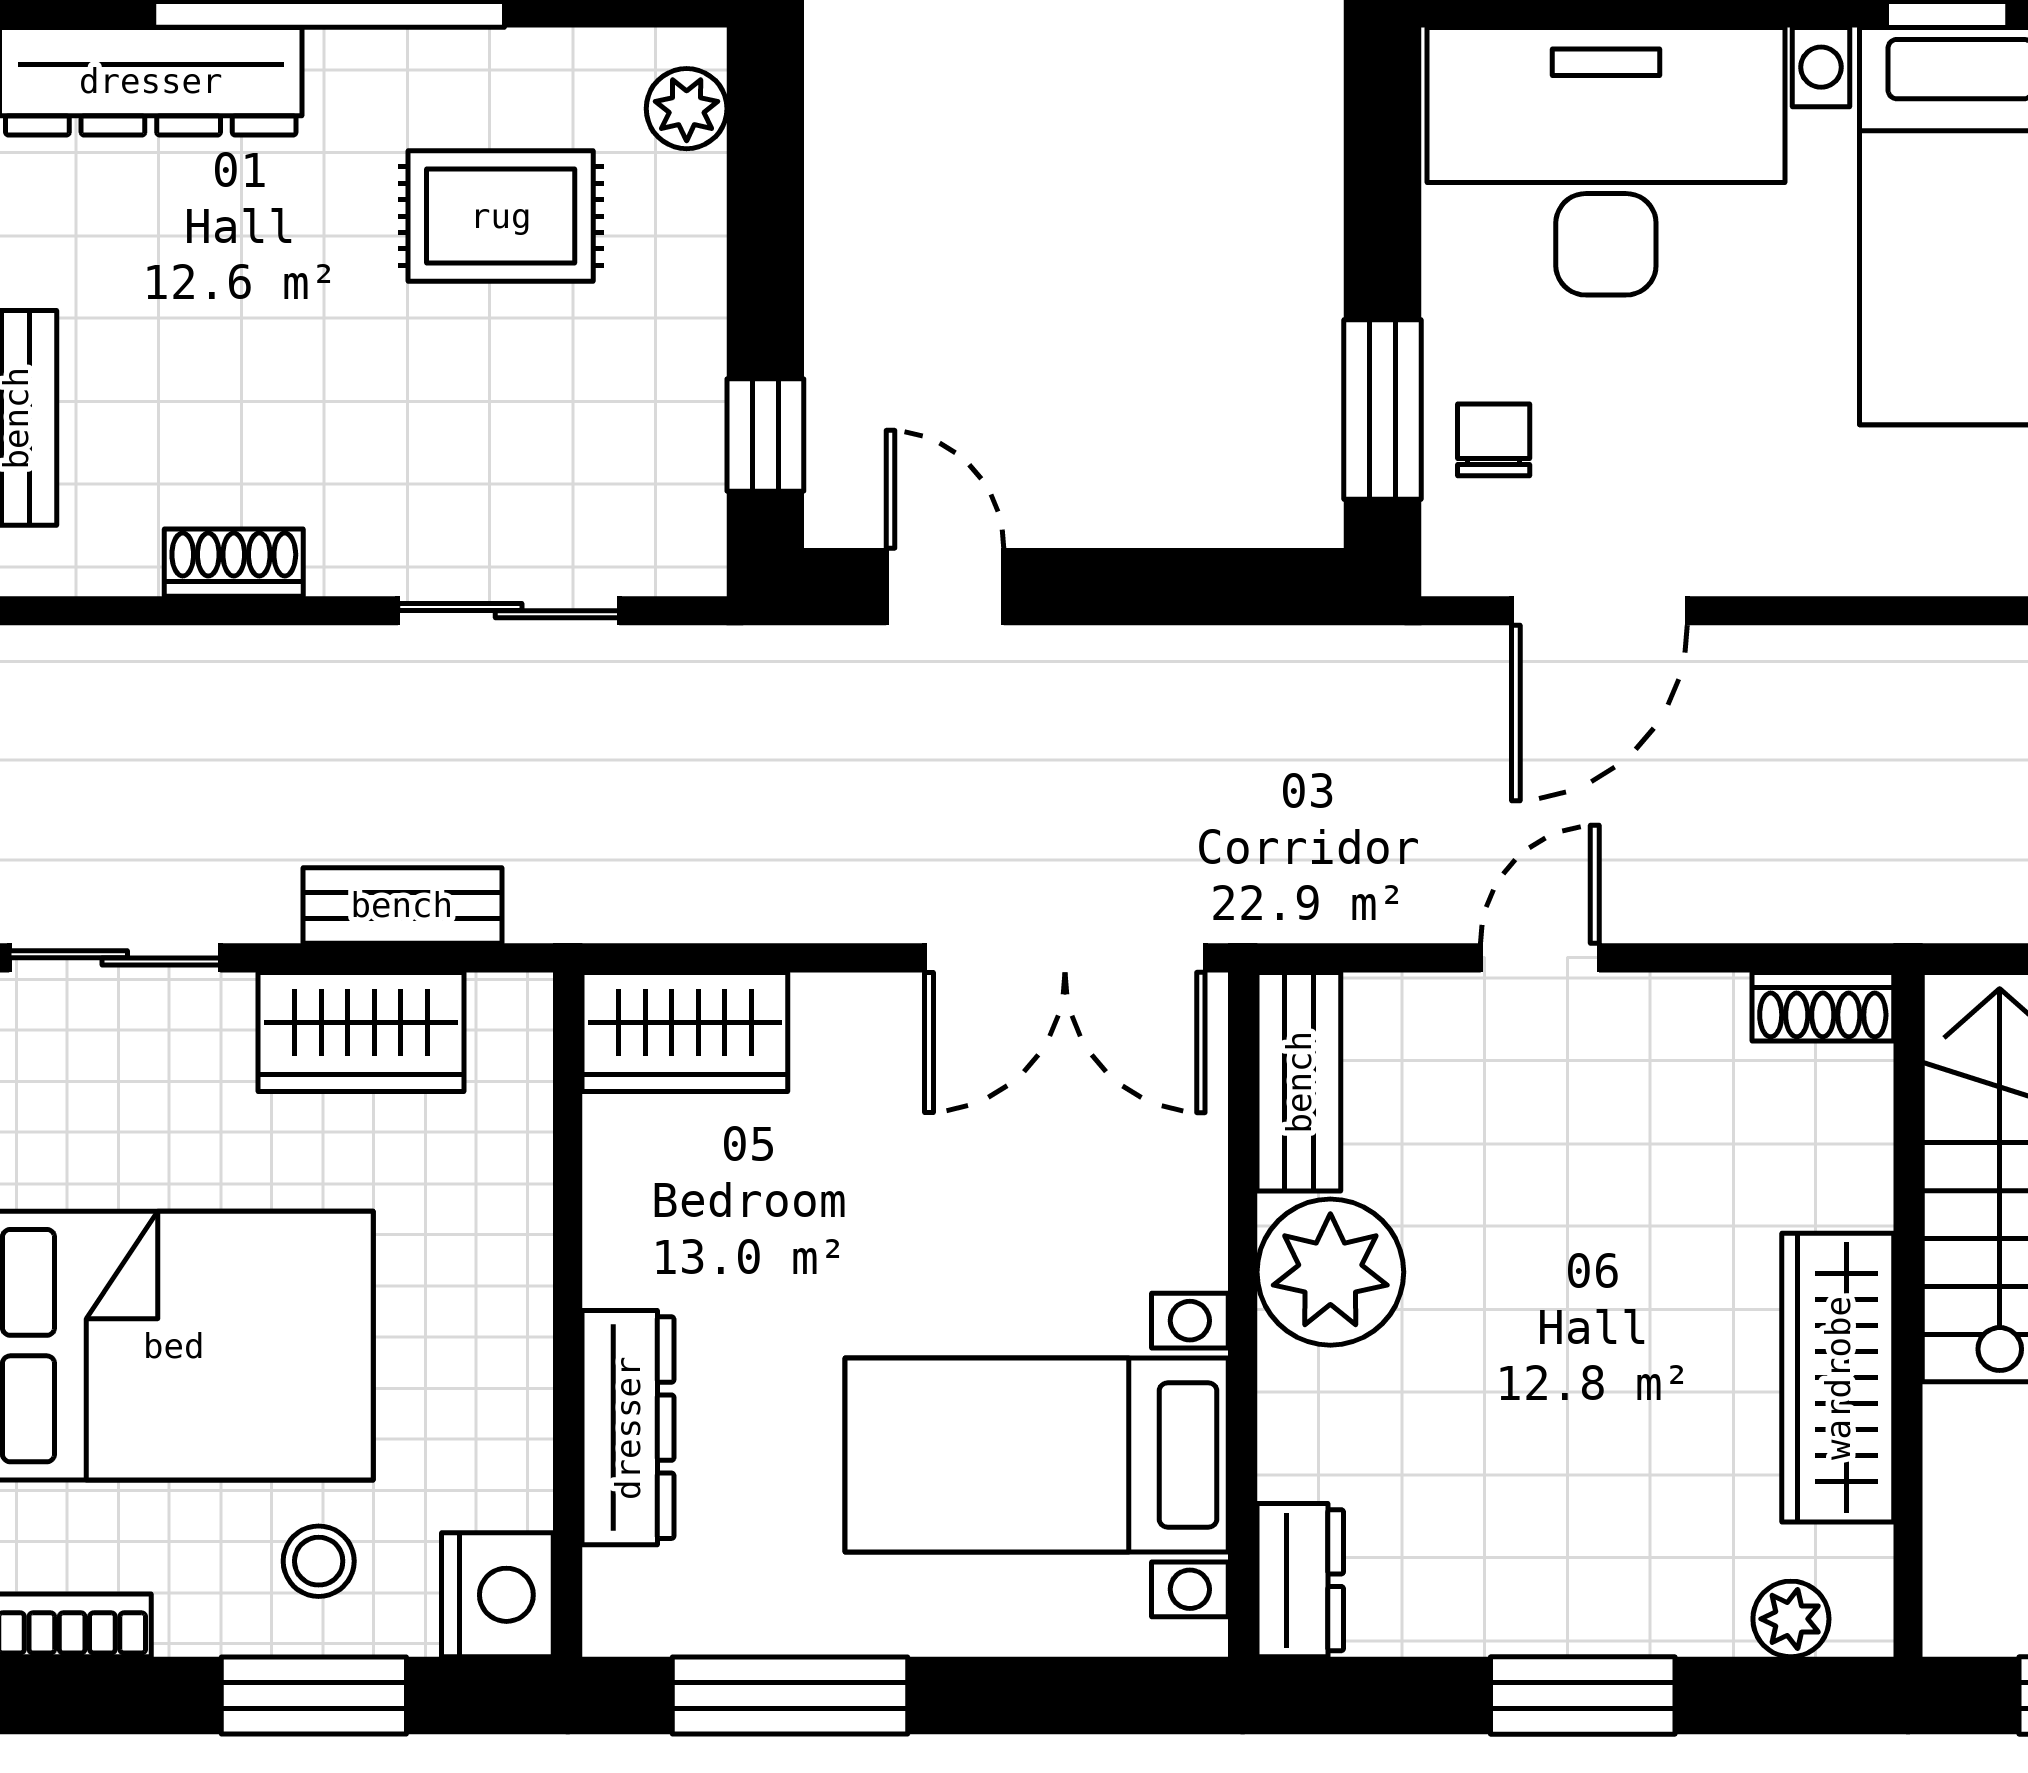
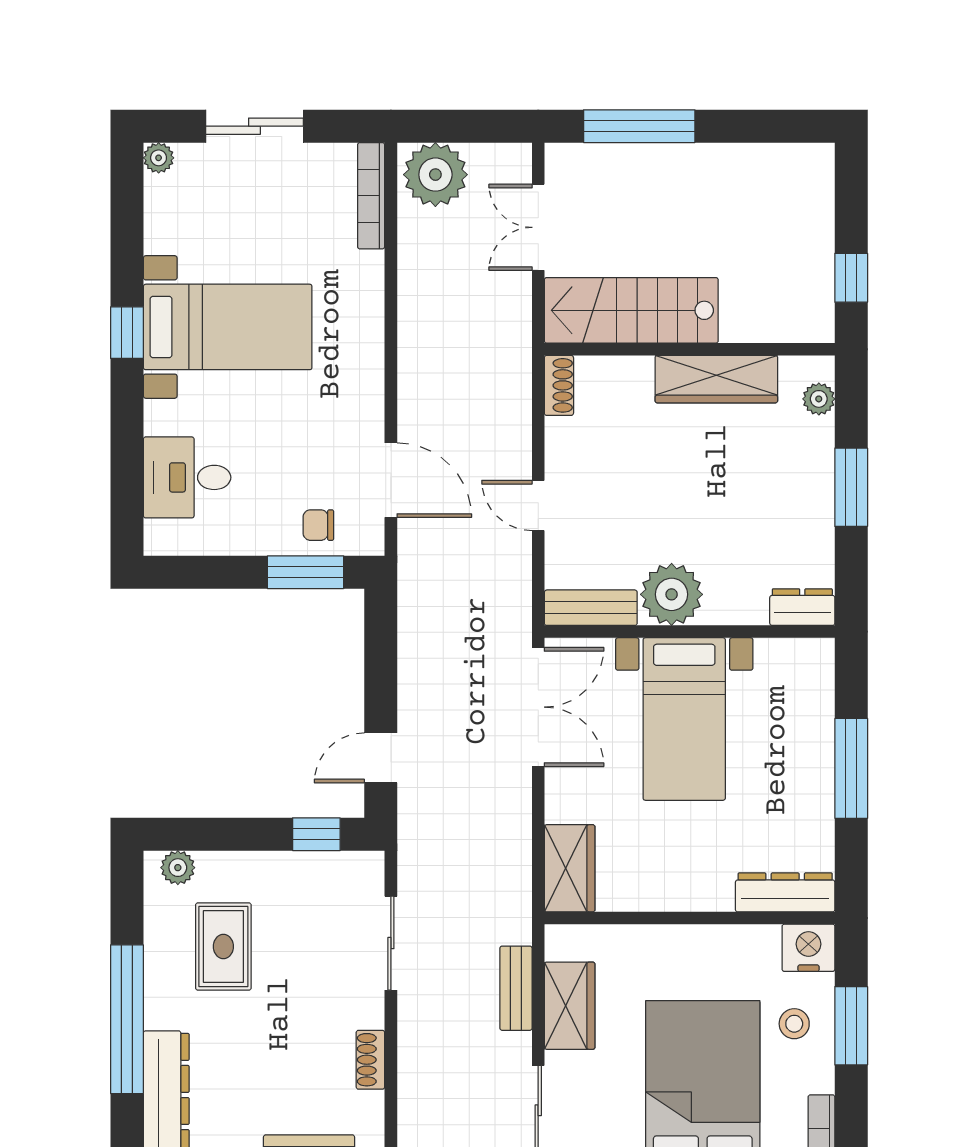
desk: (1606, 161) -> (187, 477), width x0.53, depth x0.77
dresser: (628, 1428) -> (785, 892), moved
bed with nightstands: (1037, 1455) -> (684, 719), moved
window: (790, 1696) -> (851, 768), moved

